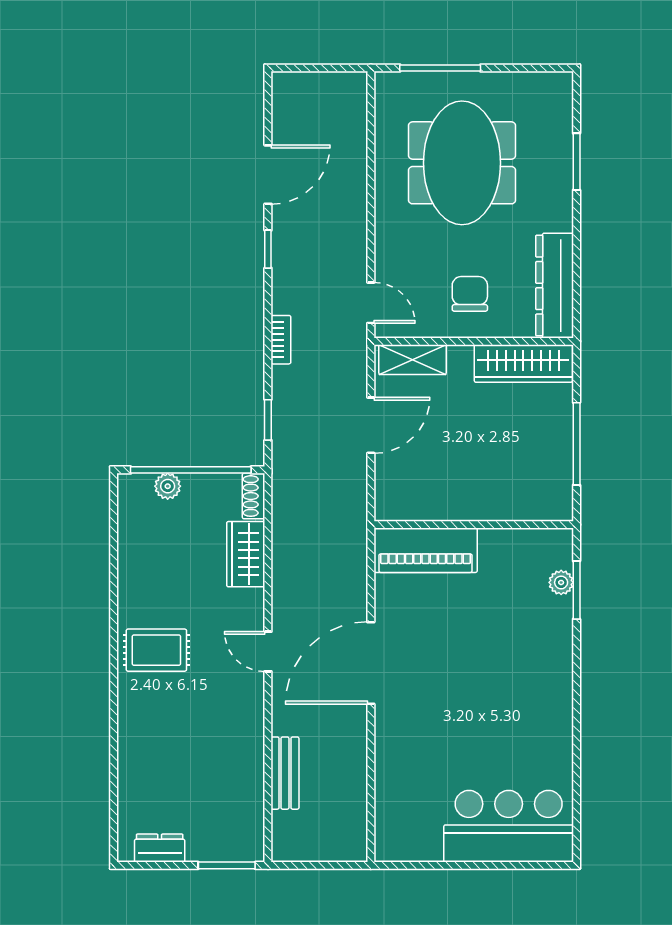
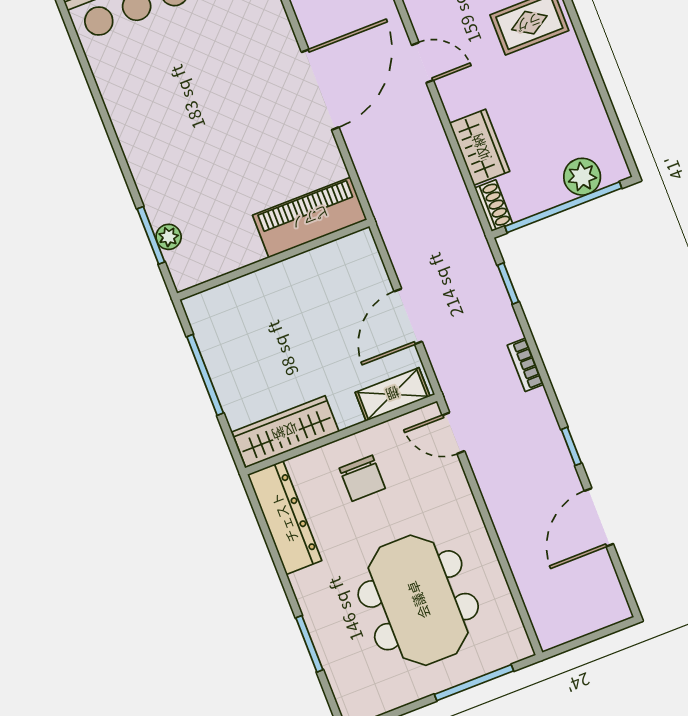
plant: (168, 486) -> (582, 177), width x1.38, depth x1.38

